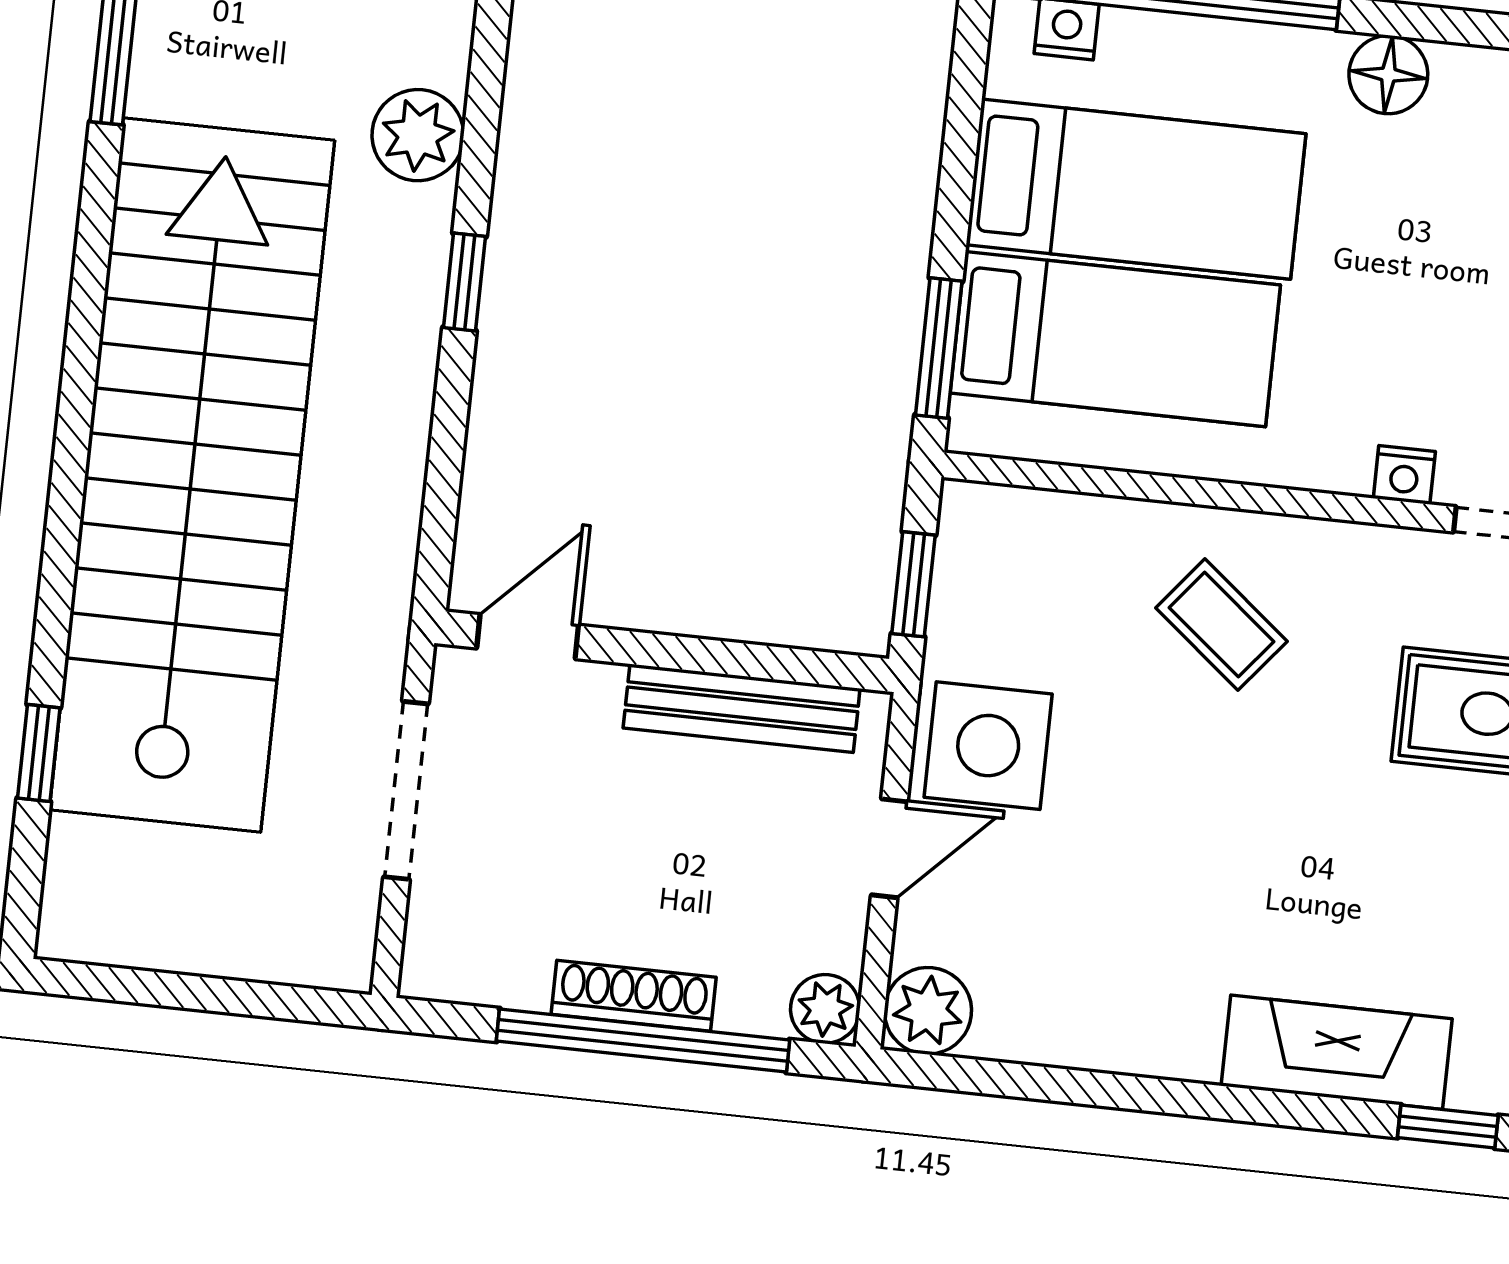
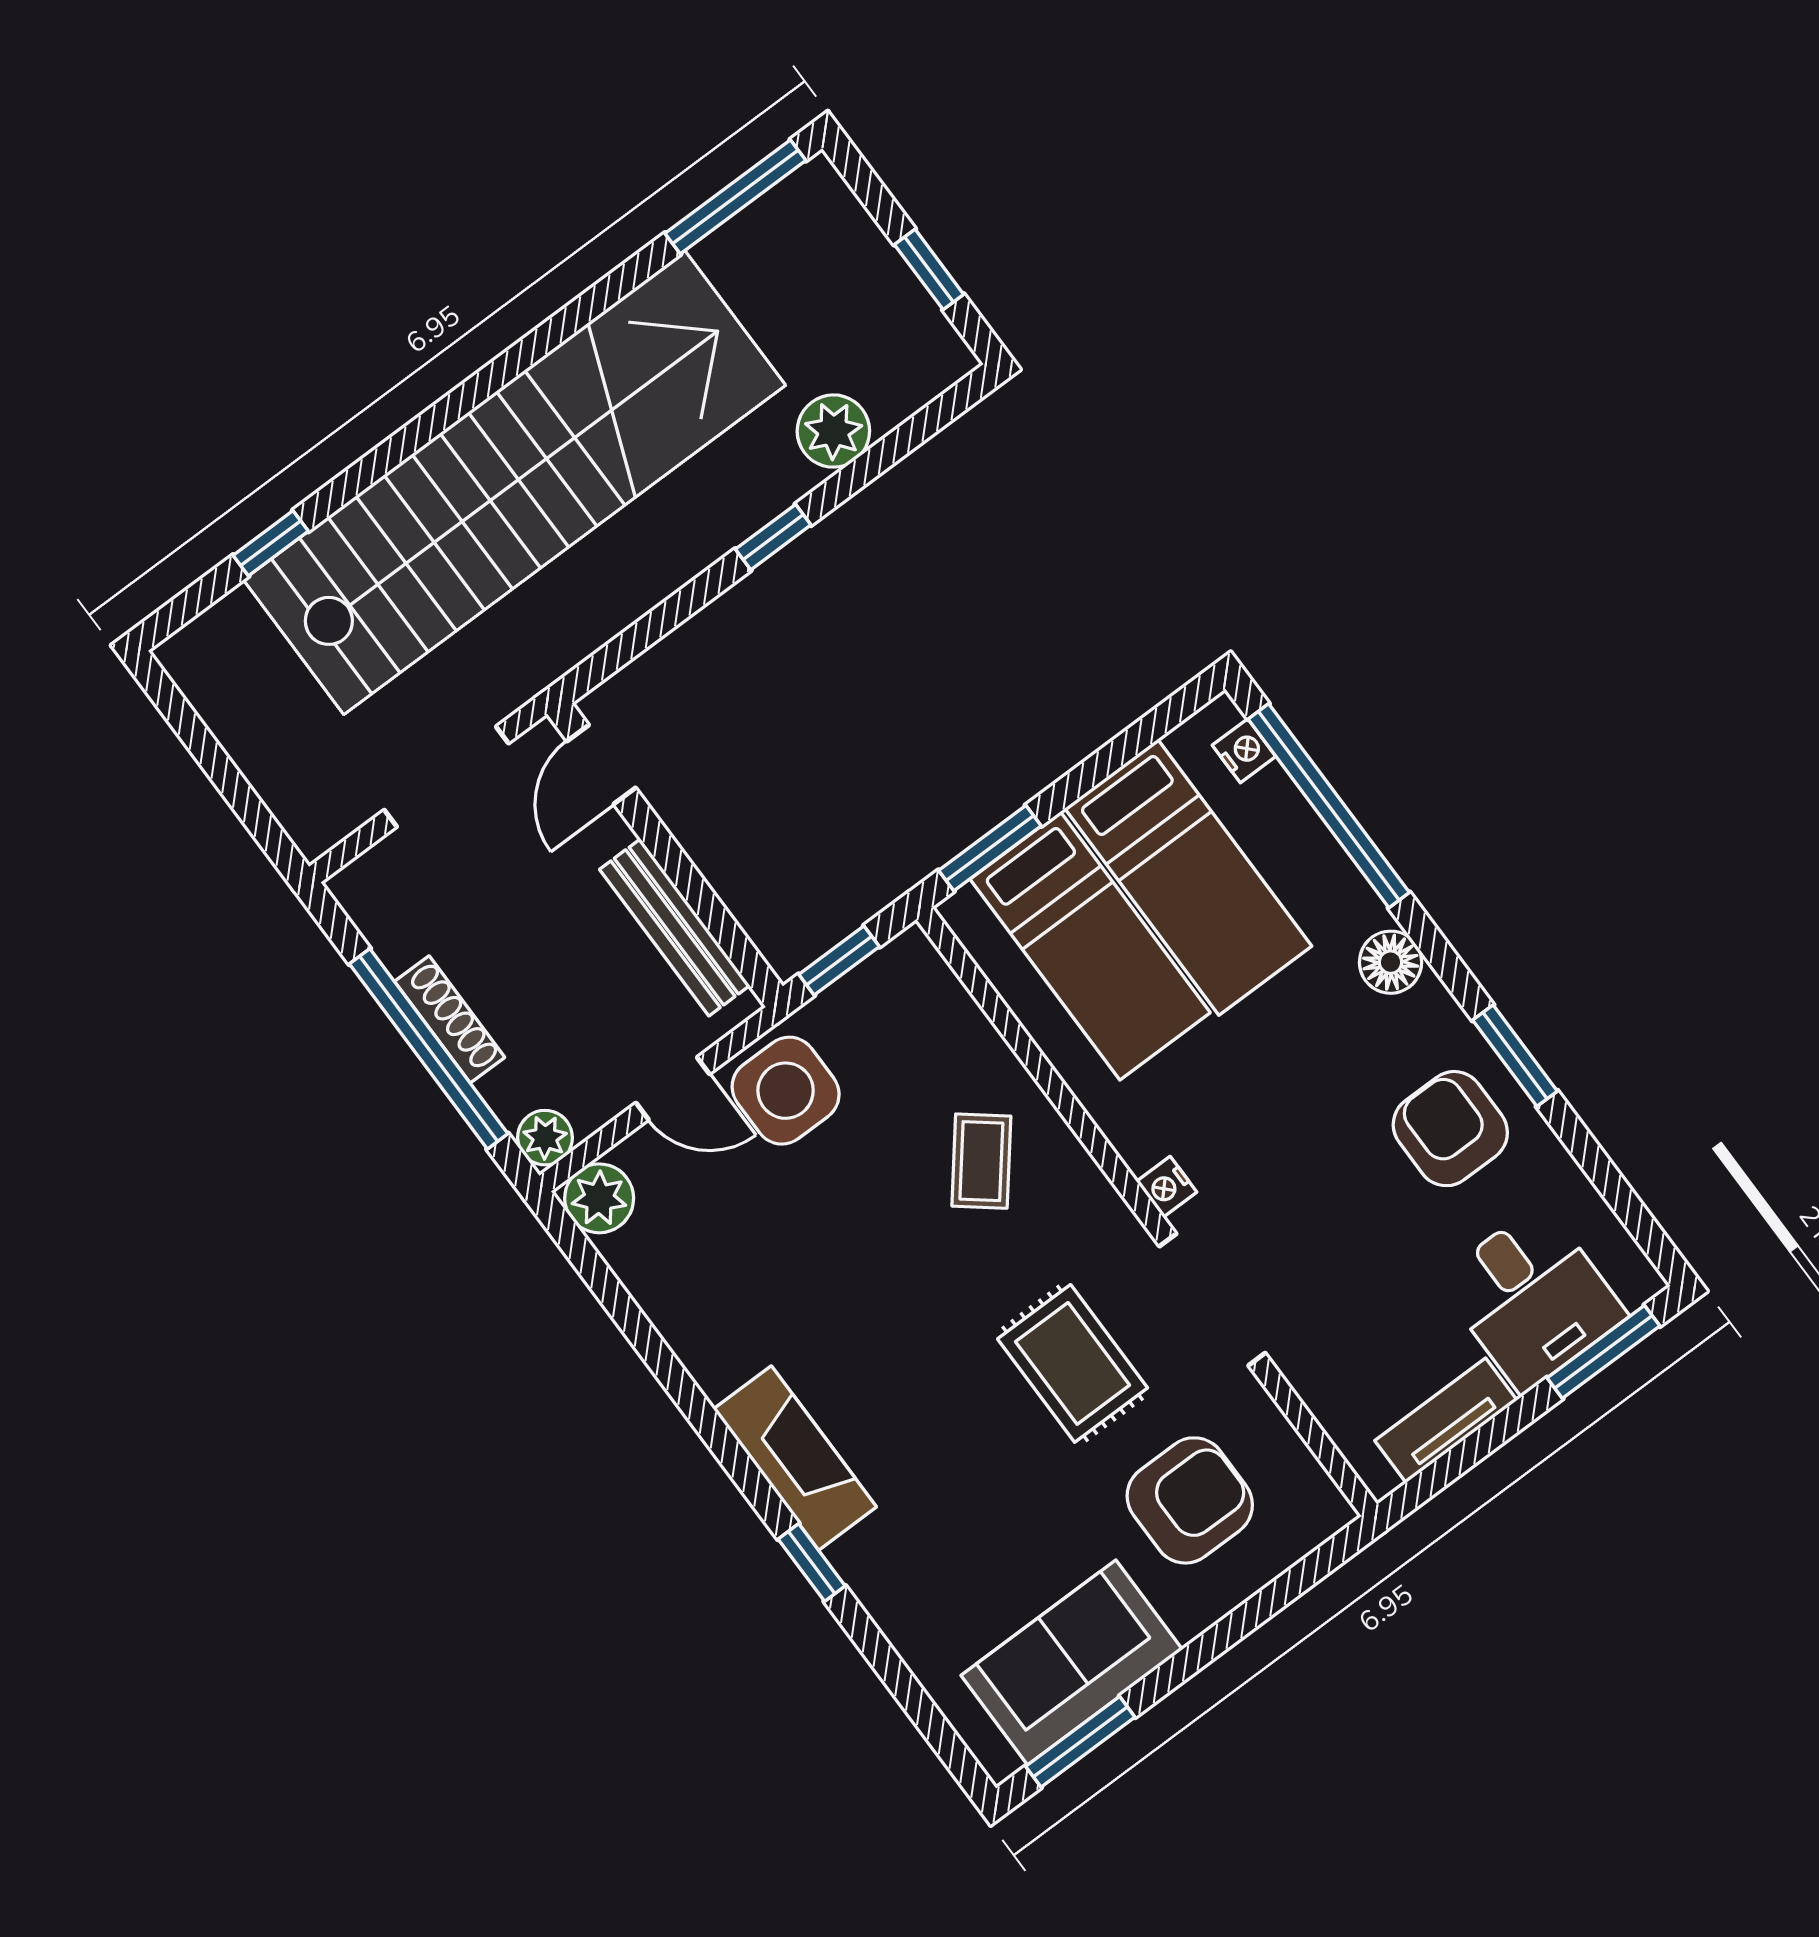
door: (528, 637) -> (601, 765), swing flipped

